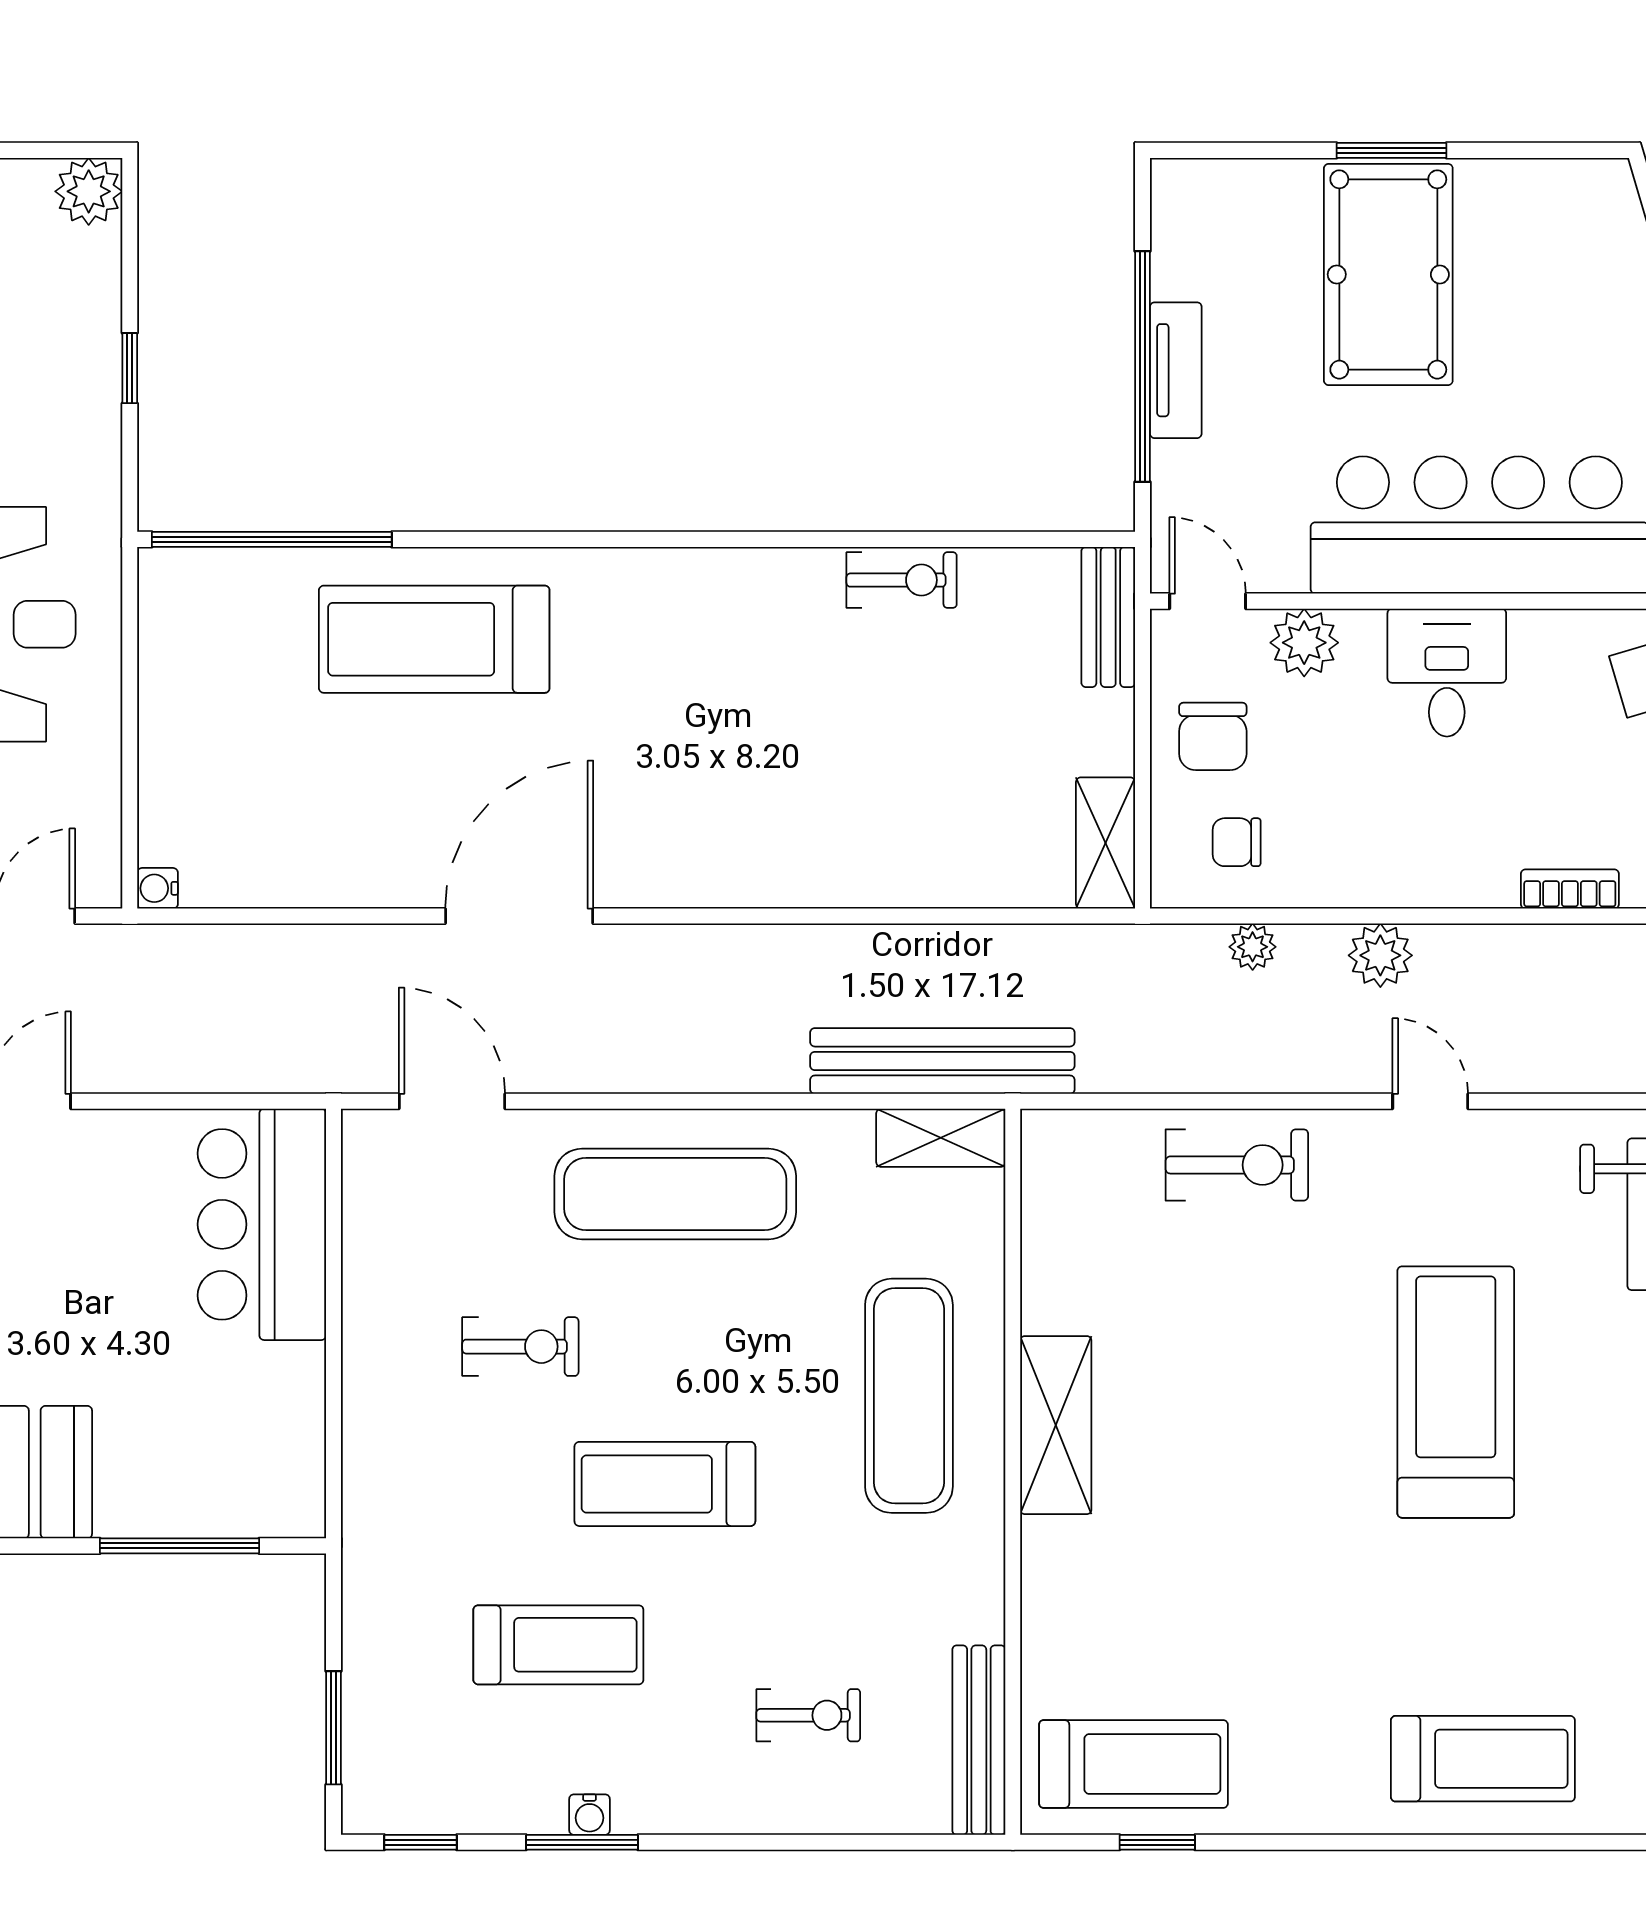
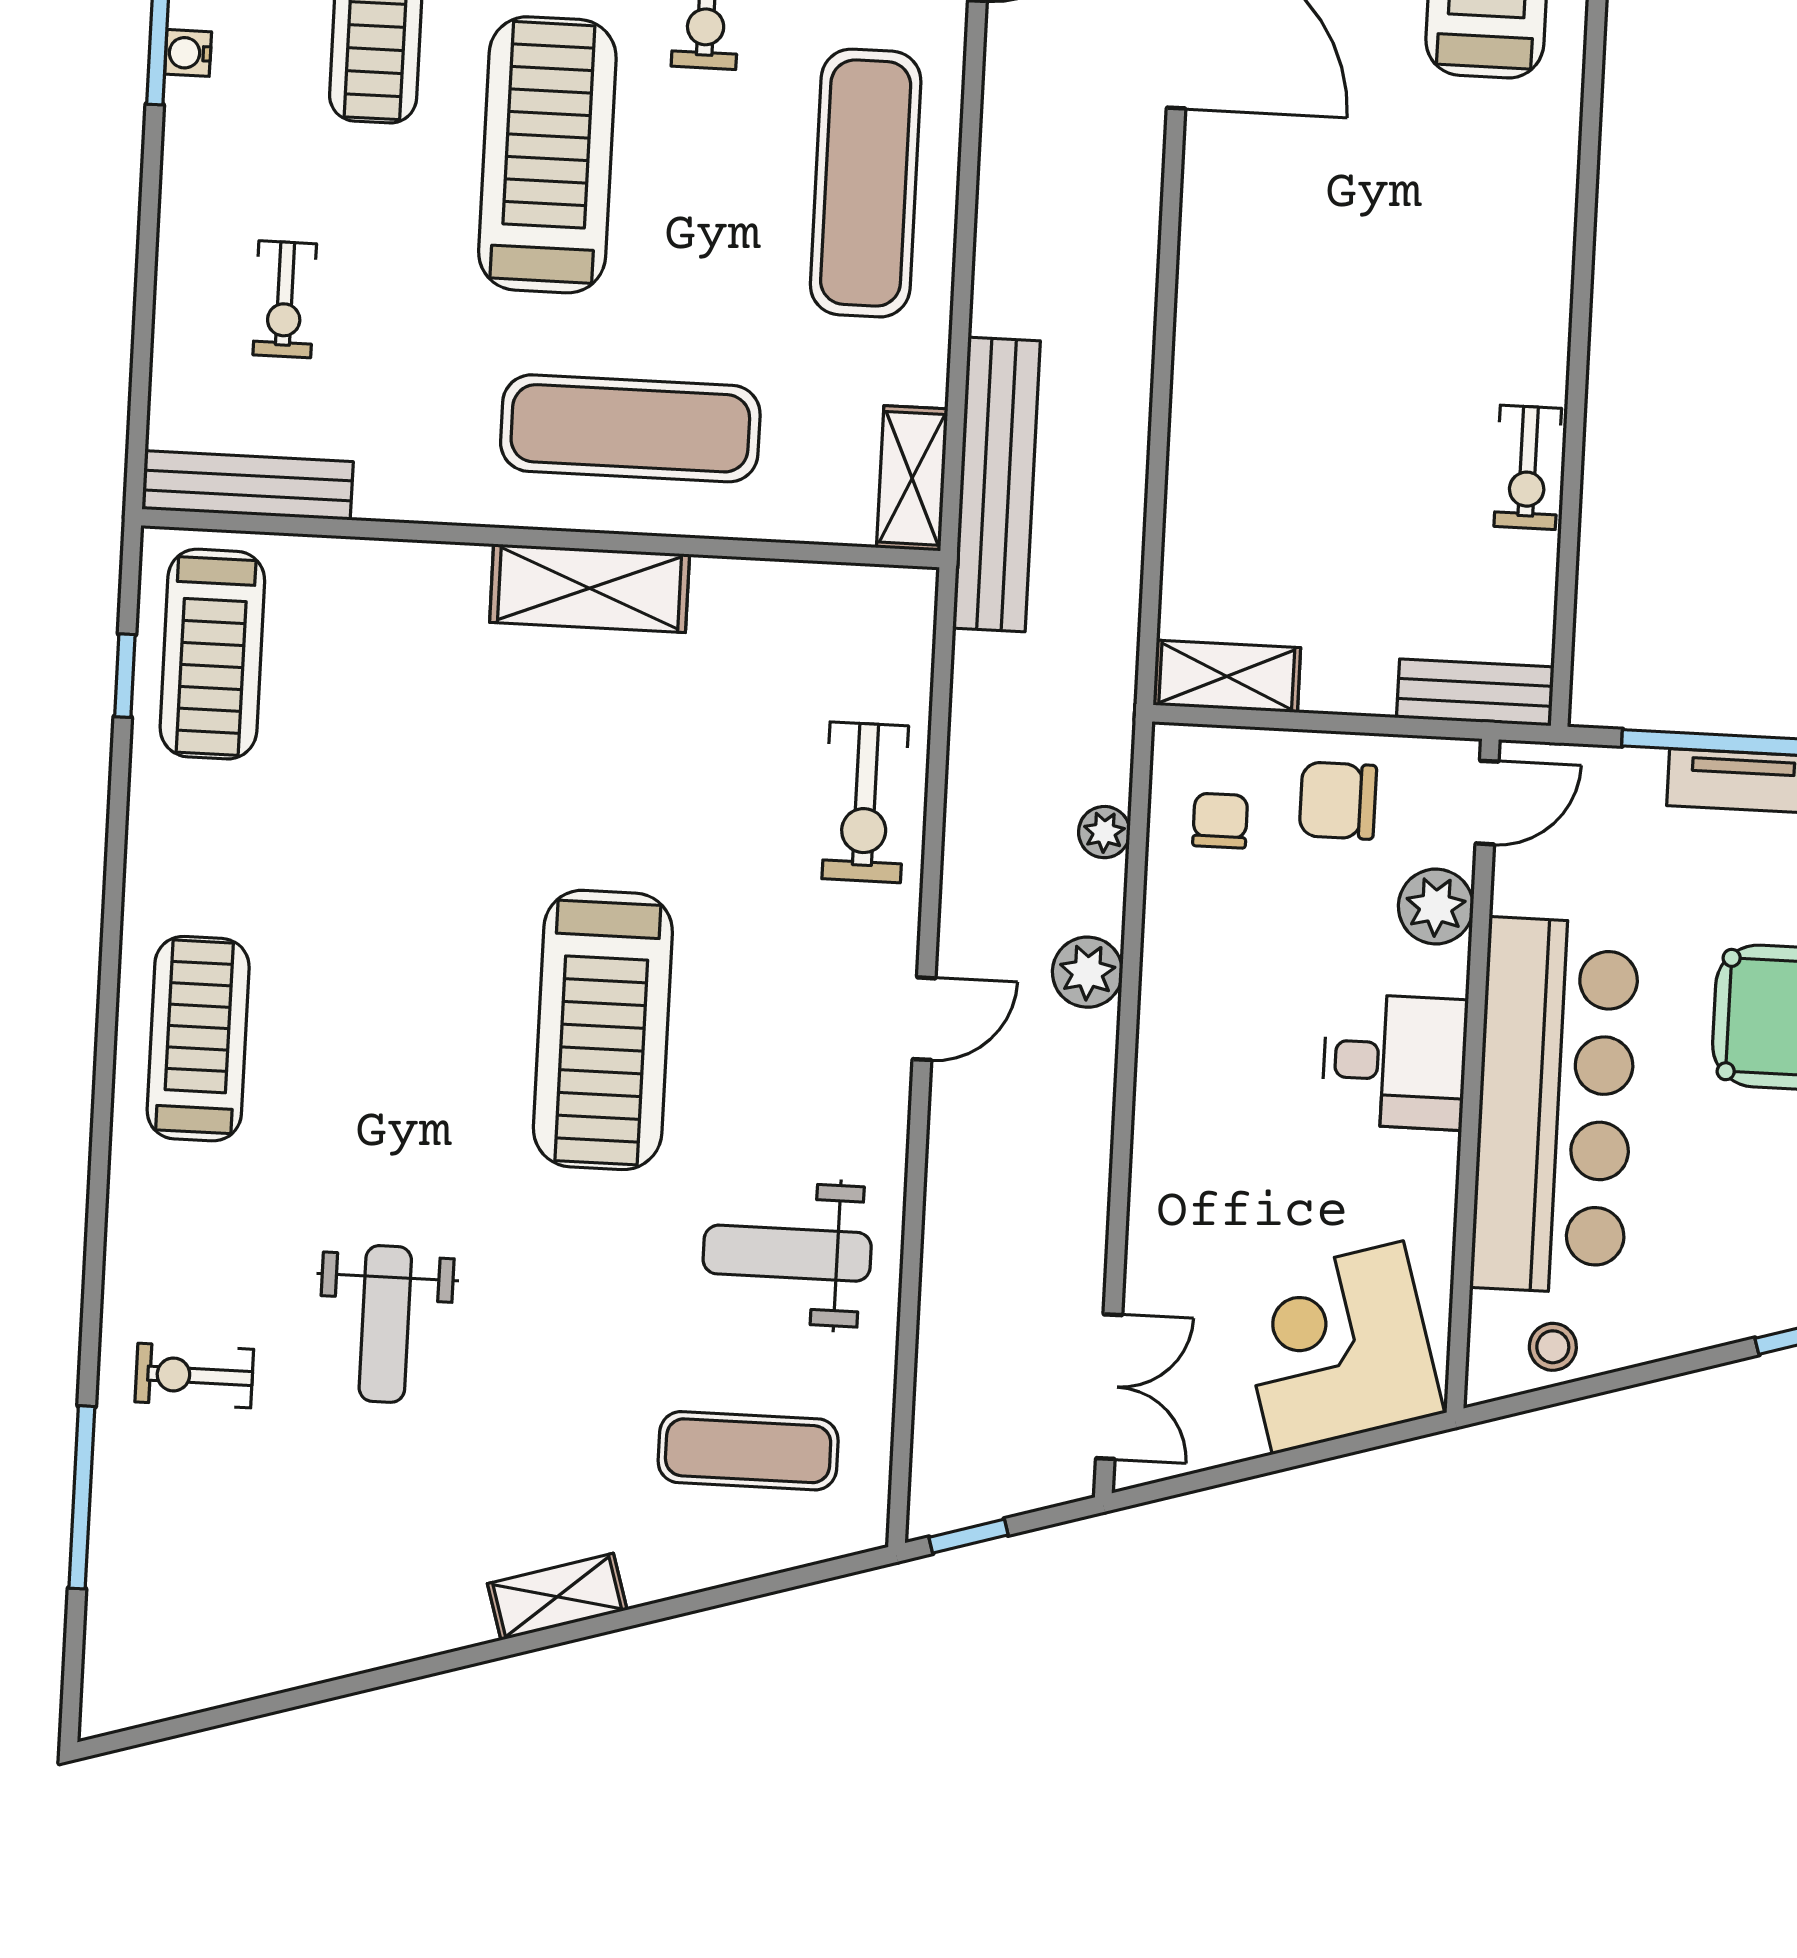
bookcase: (1570, 889) -> (1149, 1184), removed
treadmill: (1456, 1392) -> (603, 1030), turned 90
treadmill: (665, 1484) -> (547, 155), width x1.37, depth x1.38
treadmill: (1483, 1759) -> (198, 1039), turned 180

